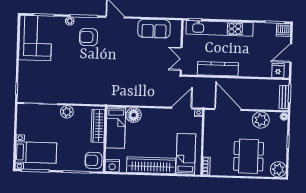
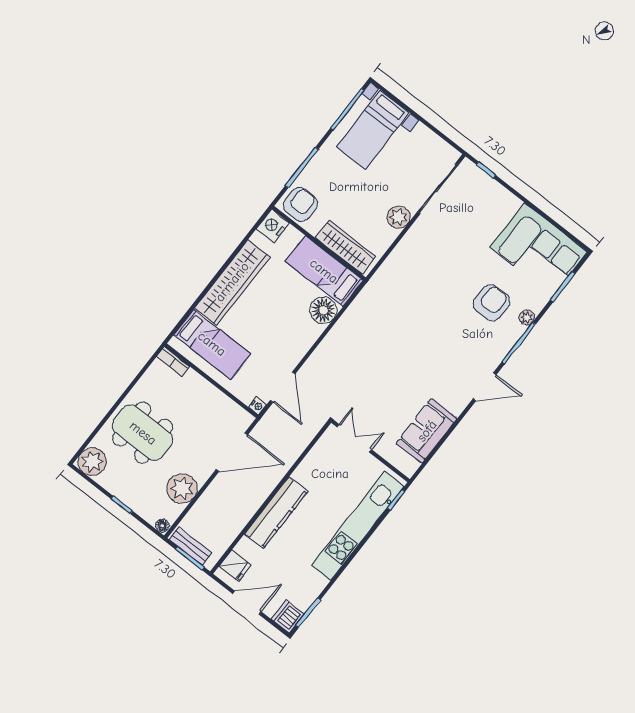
armchair: (89, 37) -> (491, 303), moved
door: (291, 53) -> (247, 603), hinge flipped
kitchen counter: (218, 69) -> (276, 513), moved

